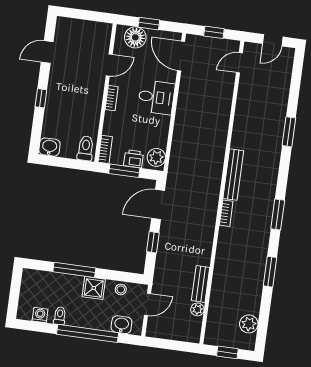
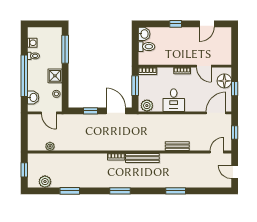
door: (47, 52) -> (207, 24), swing flipped
door: (239, 63) -> (217, 152), hinge flipped
desk: (156, 97) -> (174, 100), moved
toilet: (86, 148) -> (147, 47), moved
printer: (134, 159) -> (144, 91), removed
window: (74, 270) -> (65, 49), moved
window: (270, 272) -> (70, 191), moved
bench: (201, 284) -> (177, 146), moved

